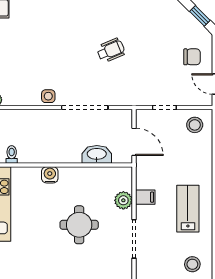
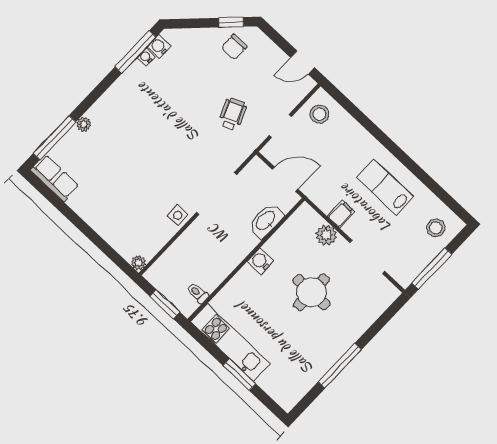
wheelchair: (111, 50) -> (232, 114), moved
chair: (192, 57) -> (234, 47), moved, turned 180
water cooler: (50, 175) -> (260, 261), moved

